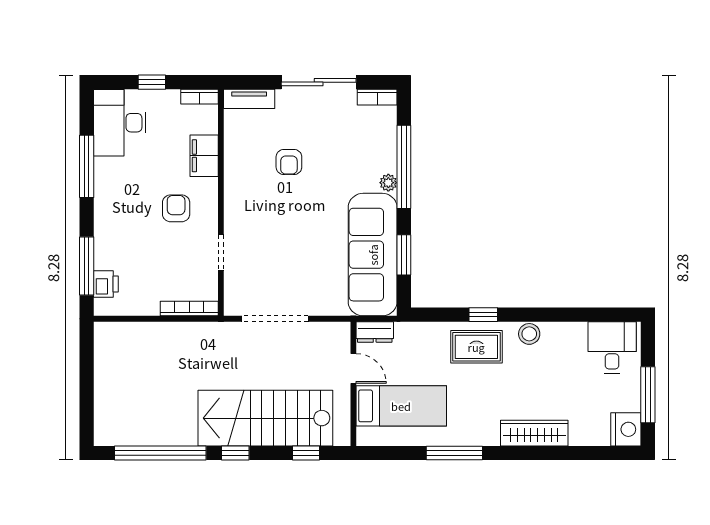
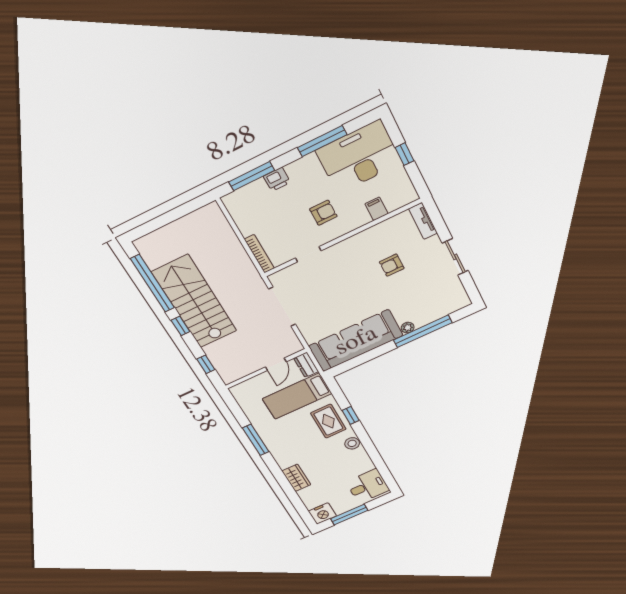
sliding door: (319, 82) -> (455, 257), width x0.73
bookcase: (200, 97) -> (409, 190), removed
bookcase: (377, 97) -> (462, 295), removed
desk: (120, 123) -> (359, 157), width x1.36, depth x1.30
filing cabinet: (204, 156) -> (377, 209), width x0.50
window: (404, 255) -> (365, 358), removed
printer: (106, 284) -> (277, 179), moved
bed: (401, 406) -> (297, 396), moved, turned 90
stairs: (265, 418) -> (194, 302), moved
wardrobe: (534, 433) -> (296, 478), width x0.67

